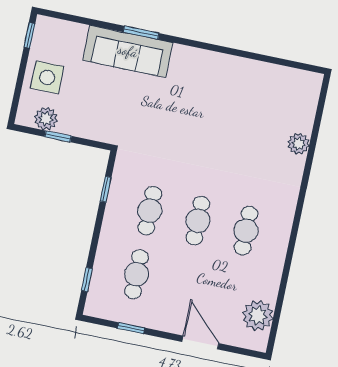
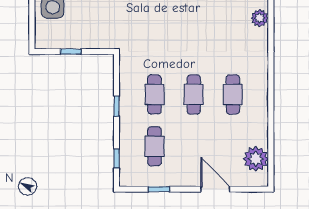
plant: (46, 119) -> (58, 40), removed
window: (106, 189) -> (117, 106), moved

